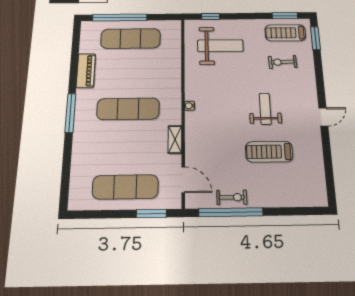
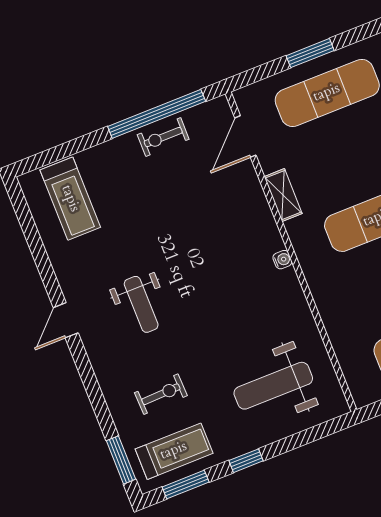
window: (211, 16) -> (246, 461), moved
weight bench: (265, 109) -> (141, 304), moved
treadmill: (269, 152) -> (70, 199), moved, turned 90
door: (183, 180) -> (245, 136), hinge flipped
window: (151, 214) -> (310, 53), moved

